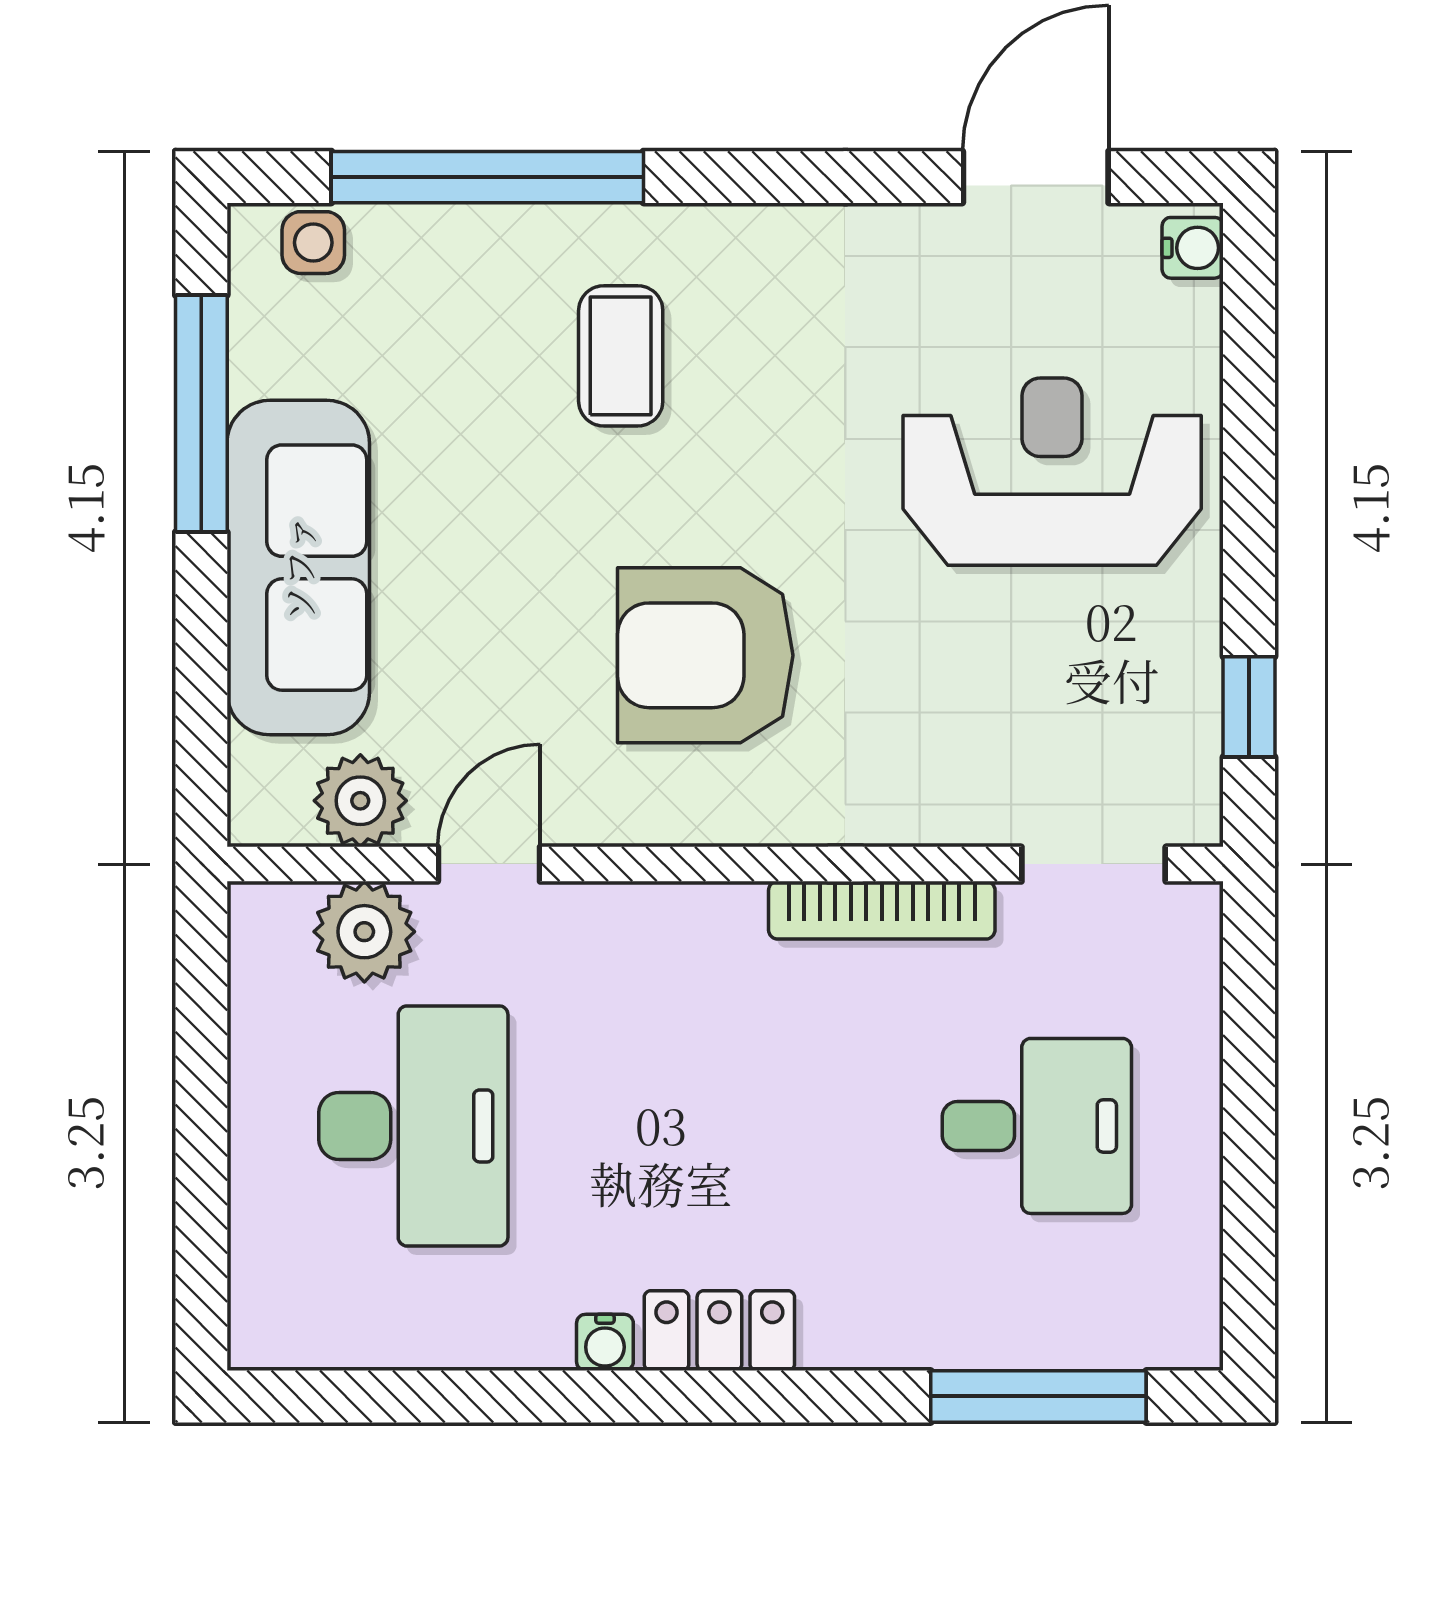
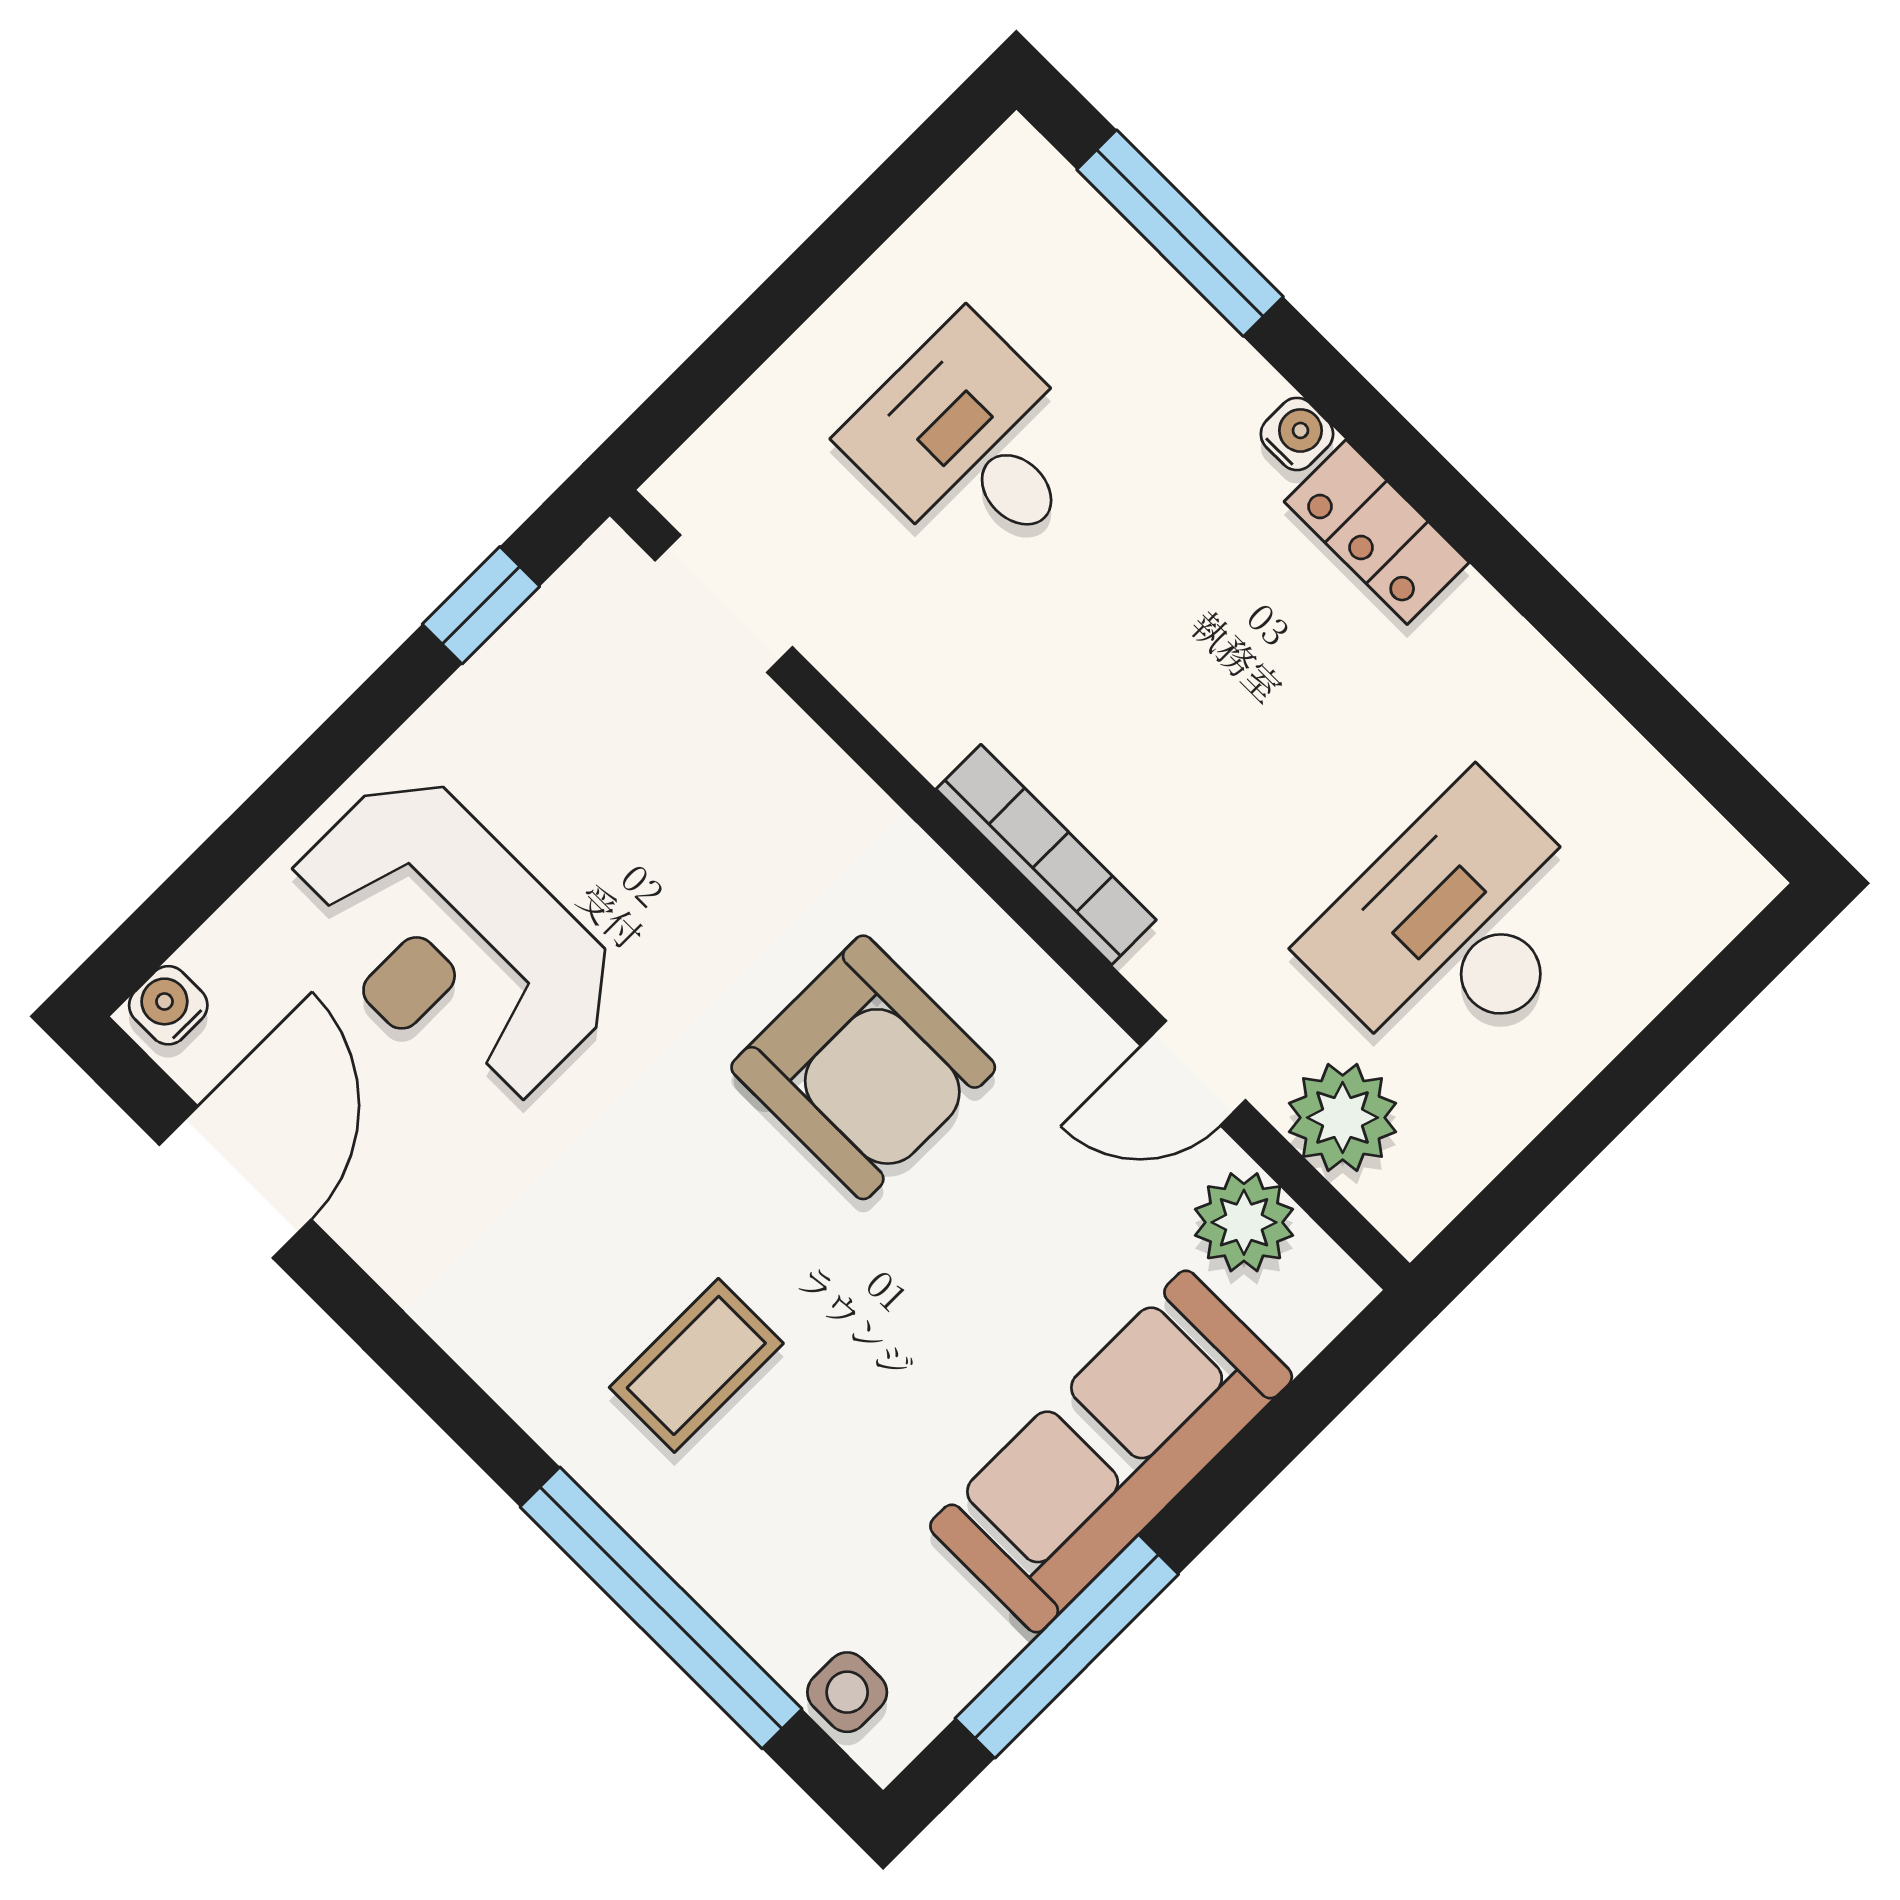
door: (1036, 177) -> (235, 1182), swing flipped
bookcase: (882, 910) -> (1046, 855), moved
water cooler: (605, 1342) -> (1297, 434), moved

